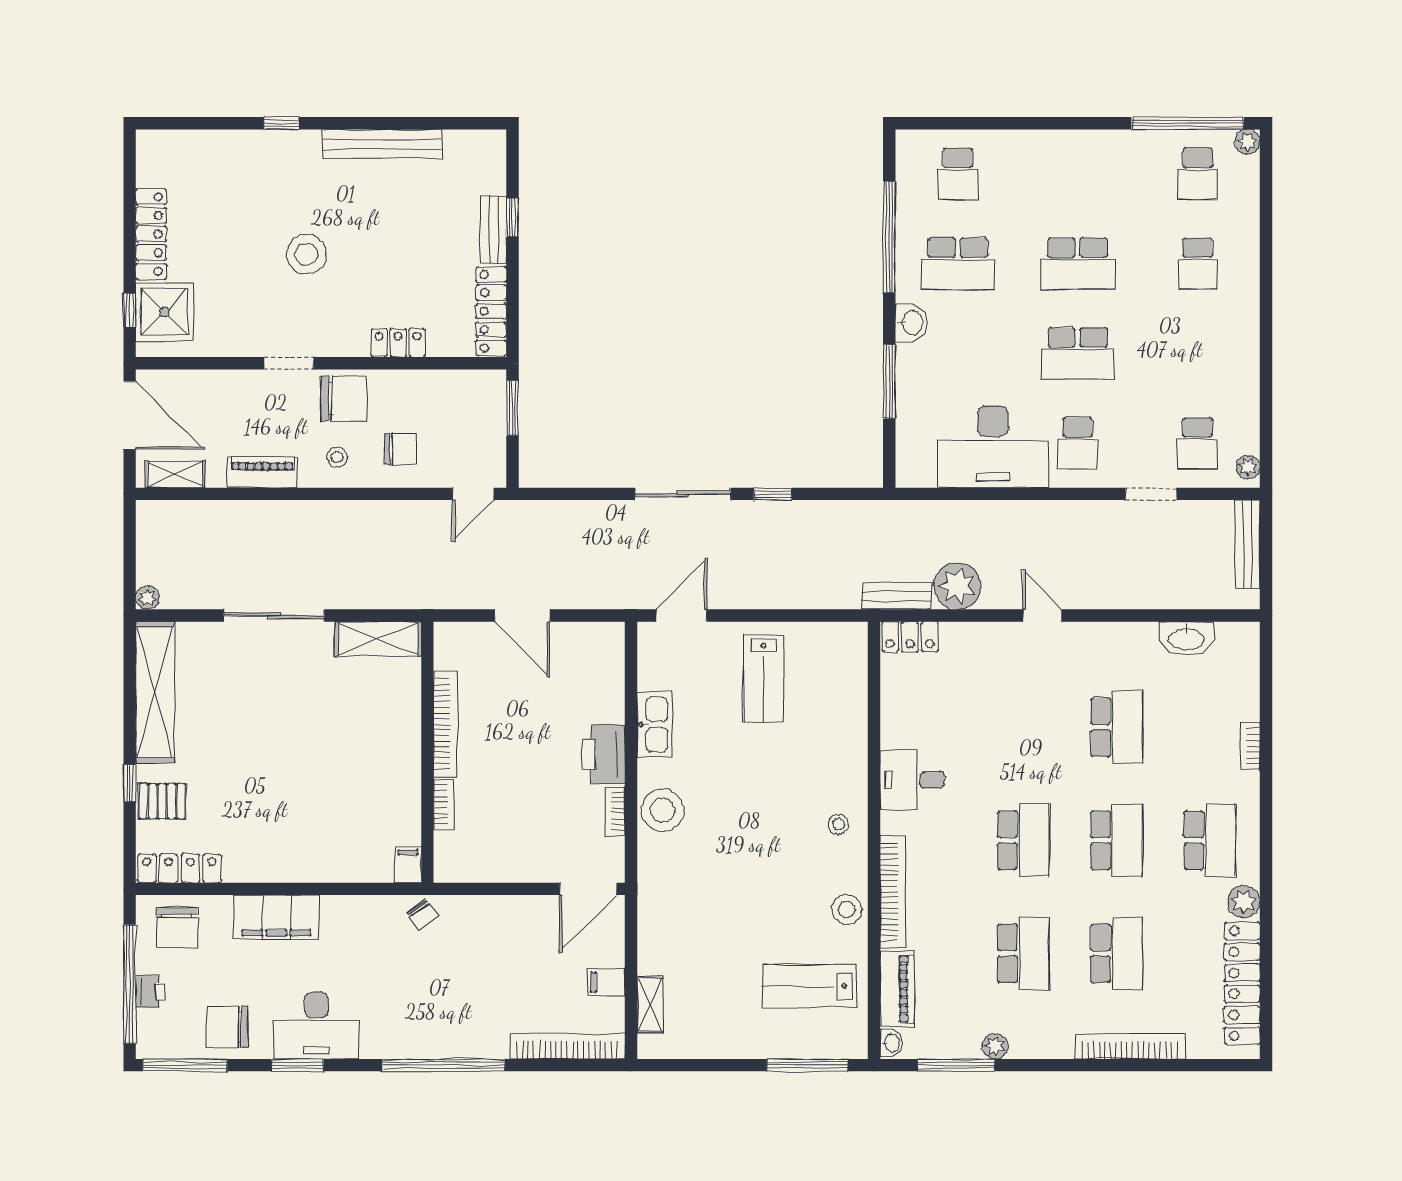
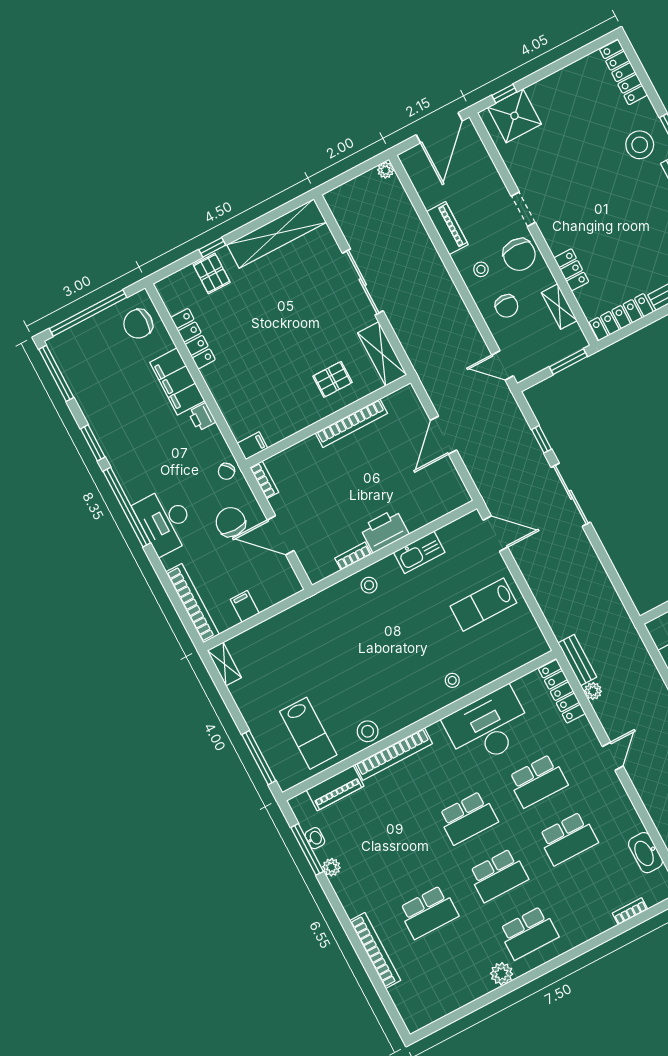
locker: (151, 234) -> (623, 72), moved, turned 90
stool: (306, 254) -> (640, 145), moved
shelving: (175, 474) -> (559, 307), moved
window: (773, 494) -> (542, 439), moved
plant: (957, 586) -> (593, 691), width x0.53, depth x0.53
plant: (147, 598) -> (386, 170), moved
locker: (910, 637) -> (562, 691), width x1.53
pallet: (377, 719) -> (332, 379), added
bookcase: (1250, 746) -> (630, 911), moved
desk: (912, 780) -> (488, 727), width x1.87, depth x1.30
bookcase: (444, 804) -> (264, 480), moved, turned -90
stool: (662, 810) -> (369, 585), width x0.53, depth x0.53
stool: (838, 824) -> (452, 680), moved
locker: (179, 868) -> (193, 339), moved
door: (588, 889) -> (281, 535), moved
school desk: (1023, 953) -> (538, 781), moved
locker: (1242, 983) -> (451, 999), removed
lab bench: (810, 986) -> (308, 733), turned 180
printer: (150, 991) -> (202, 417), moved, turned 90
shelving: (650, 1005) -> (224, 664), moved, turned 90
desk: (316, 1026) -> (165, 521), moved
chair: (227, 1027) -> (231, 522), moved
washbasin: (891, 1043) -> (315, 838), moved, turned -90
window: (444, 1065) -> (127, 507), moved

